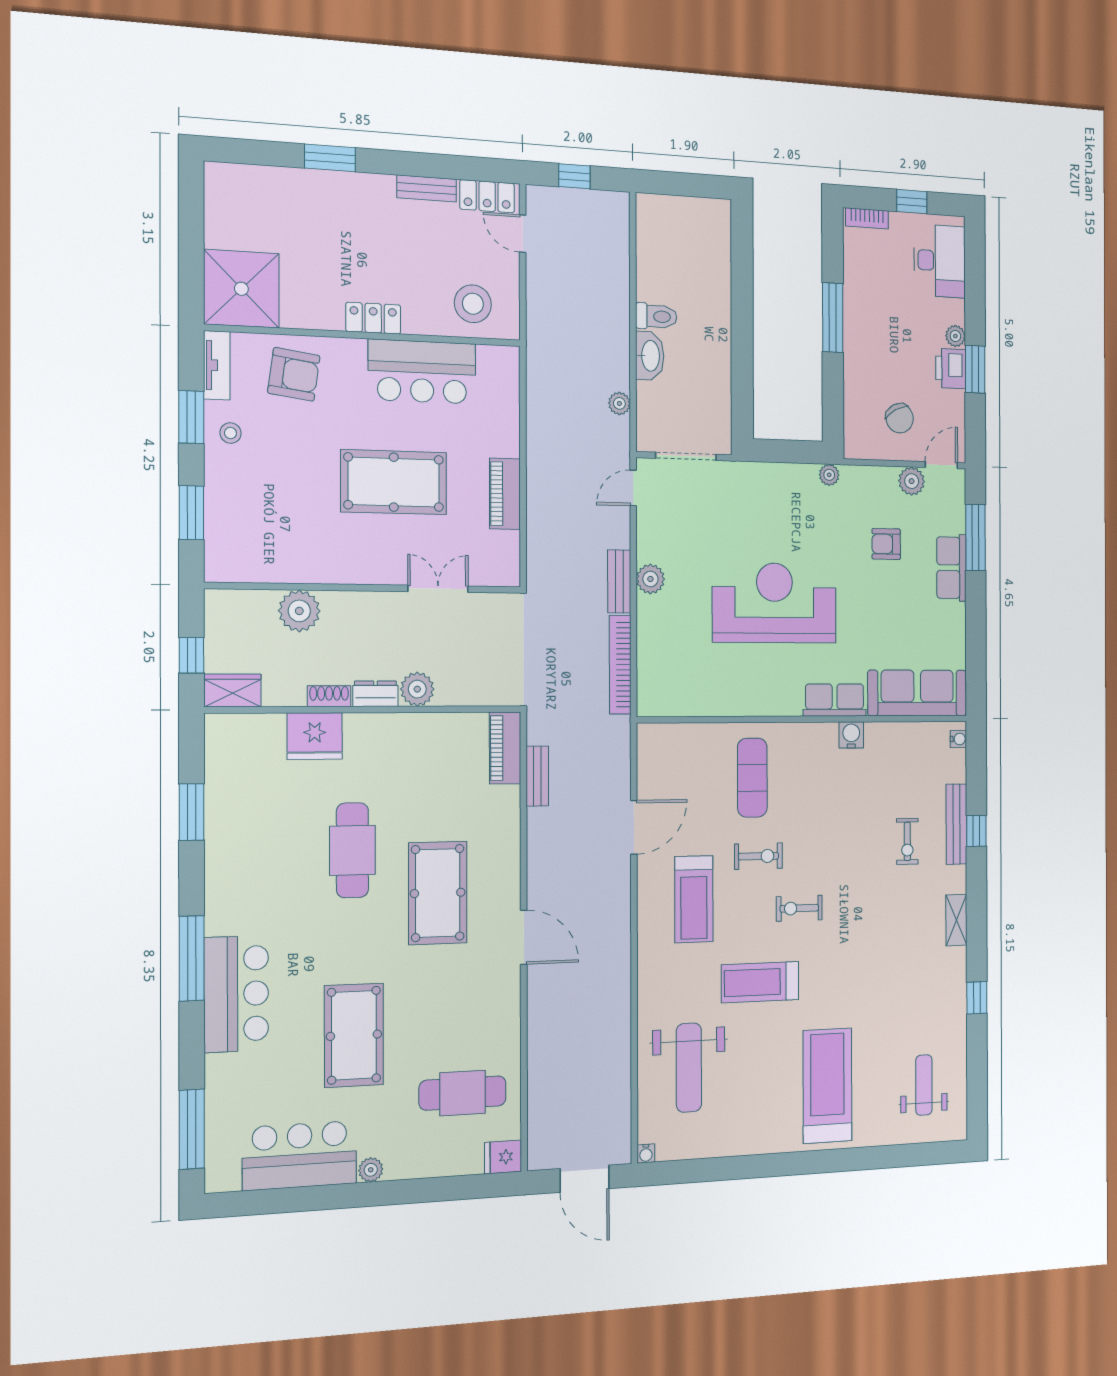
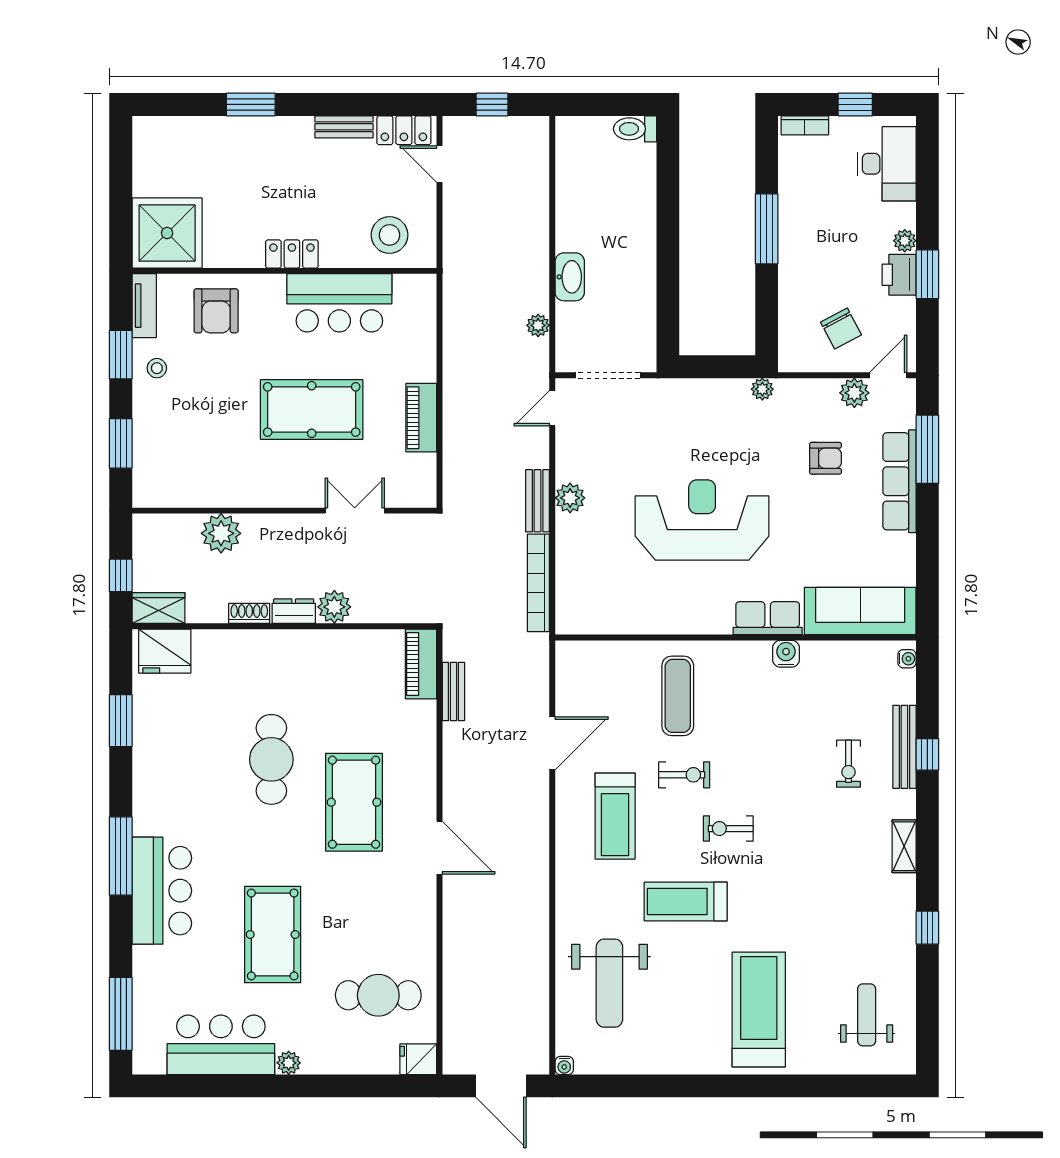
toilet: (656, 316) -> (635, 129), moved, turned 180
armchair: (294, 374) -> (216, 311), turned 82
armchair: (886, 544) -> (826, 458), turned 180
row of seats: (951, 568) -> (899, 481), width x1.48
fridge: (315, 736) -> (165, 651), moved

